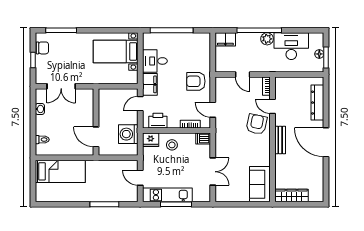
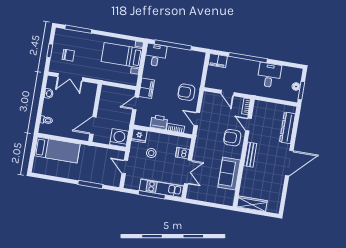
plant: (267, 39) -> (253, 66), removed
desk: (291, 46) -> (269, 75), width x0.73
chair: (42, 48) -> (68, 55), moved
desk: (155, 61) -> (156, 55), moved, turned 90
printer: (158, 121) -> (159, 122), moved
armchair: (257, 124) -> (232, 138), turned -102
washing machine: (128, 134) -> (119, 138), moved, turned 90
door: (96, 137) -> (93, 126), hinge flipped
dishwasher: (203, 138) -> (183, 153), moved
door: (326, 142) -> (289, 163), swing flipped
stool: (172, 145) -> (151, 153), moved
sofa: (260, 184) -> (229, 174), moved
kitchen unit: (167, 195) -> (161, 188), moved

